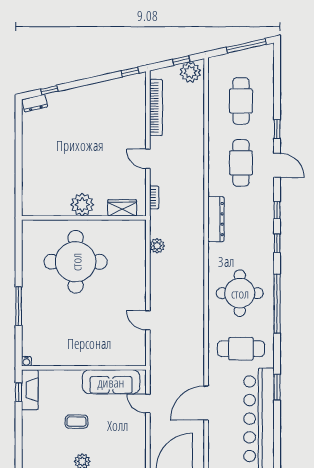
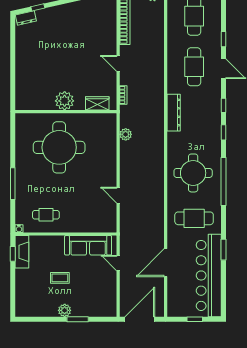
cafe table: (59, 344) -> (46, 215), added

